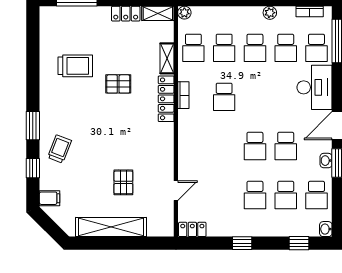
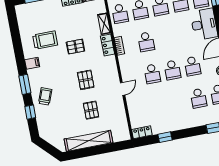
locker: (166, 99) -> (108, 45), width x0.66
pallet: (124, 136) -> (86, 80), added
door: (176, 191) -> (123, 89), moved
school desk: (255, 195) -> (152, 74), moved
filing cabinet: (50, 198) -> (32, 63), moved
window: (242, 243) -> (165, 137), moved

